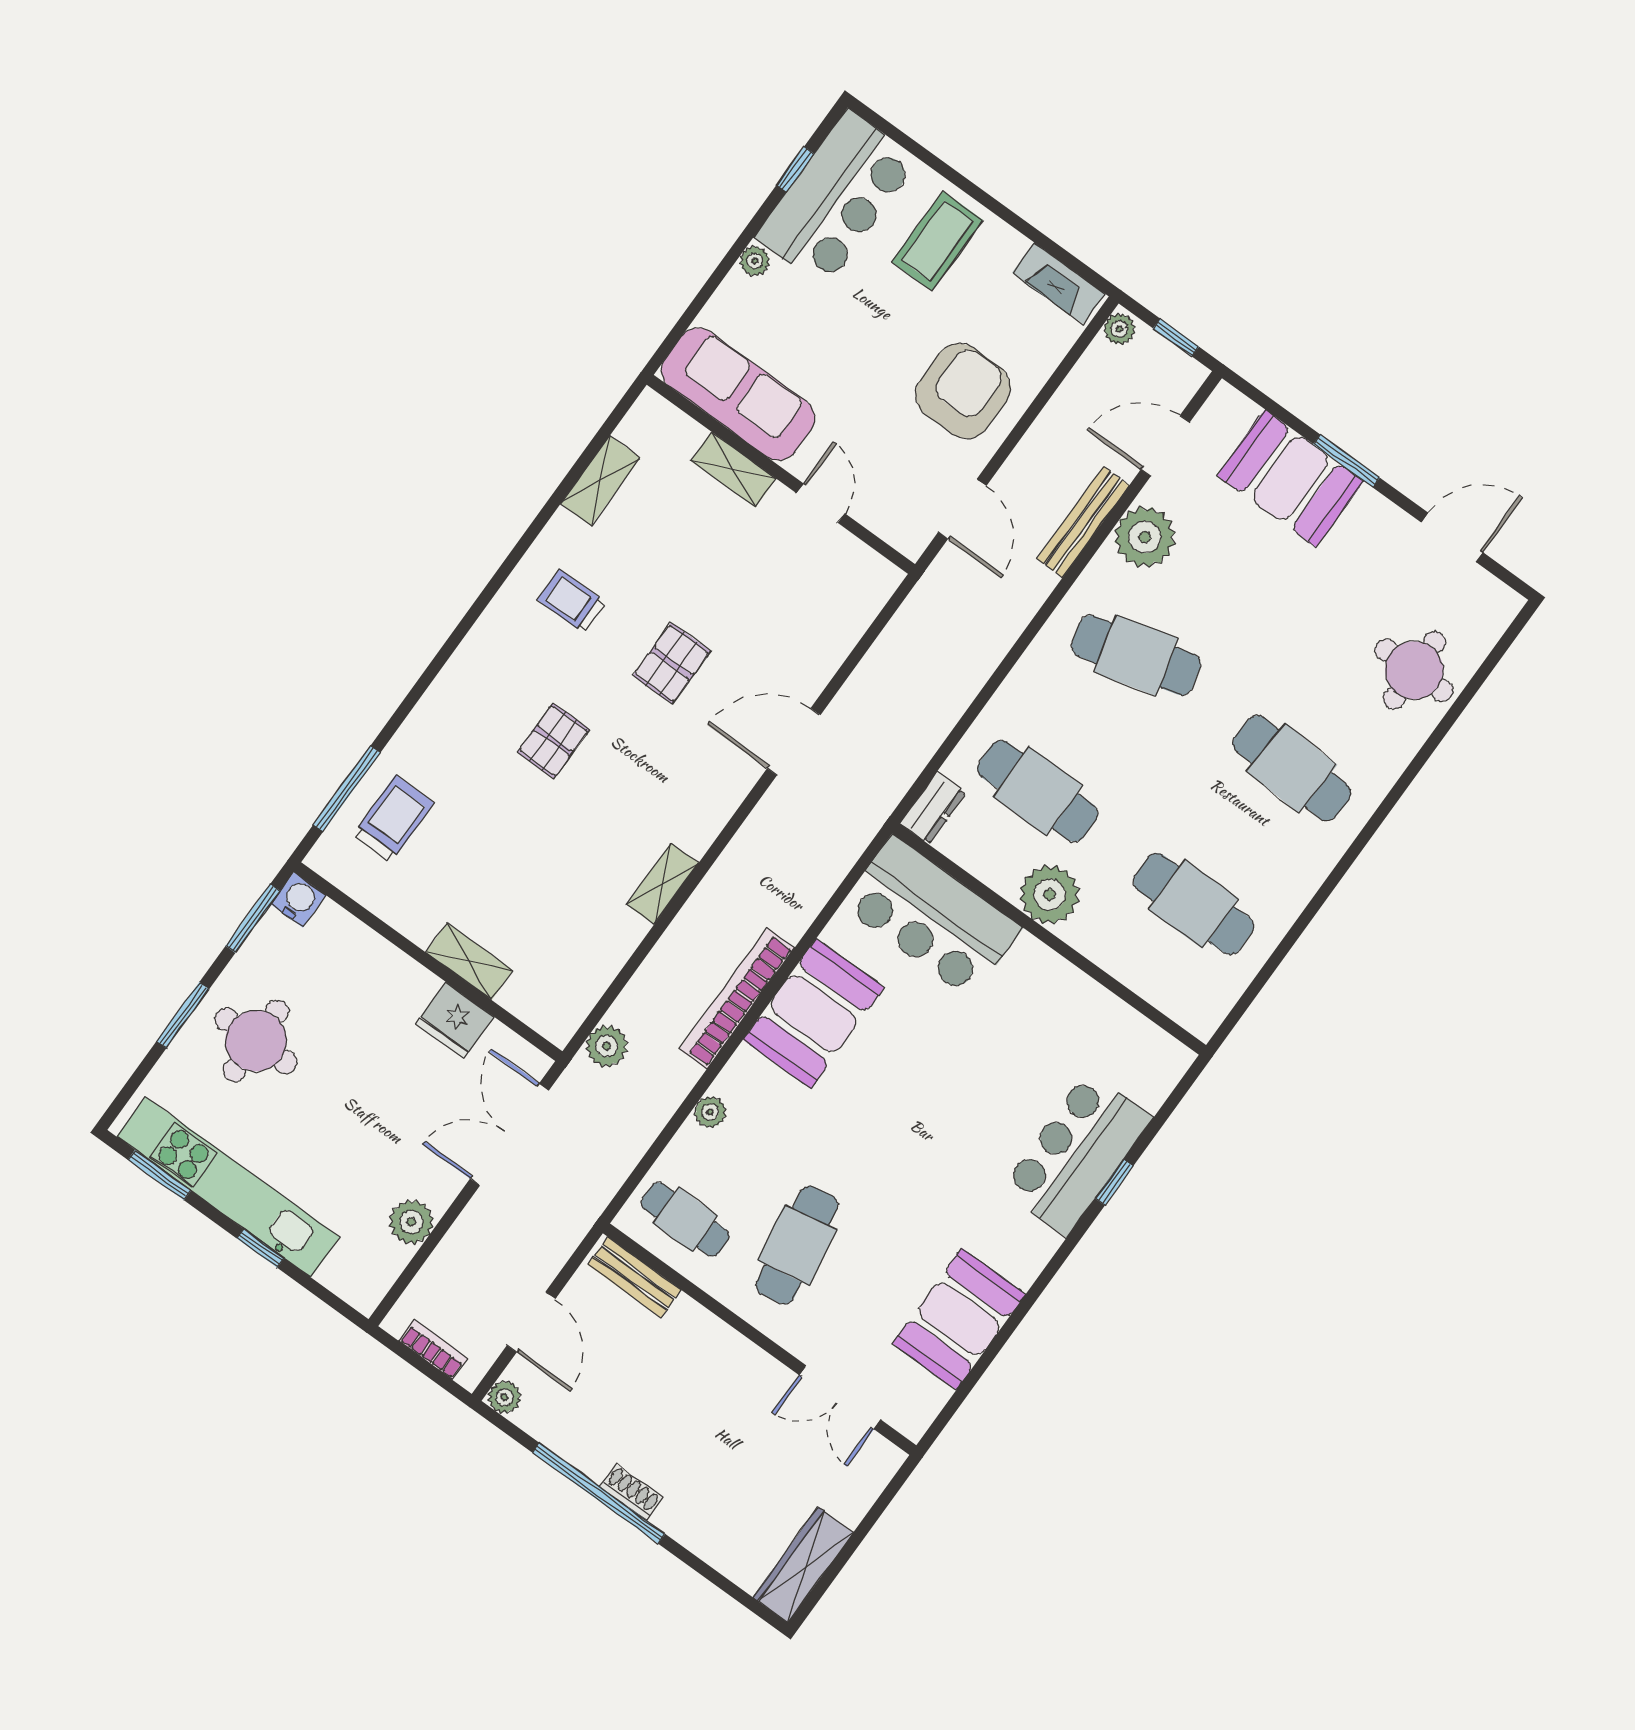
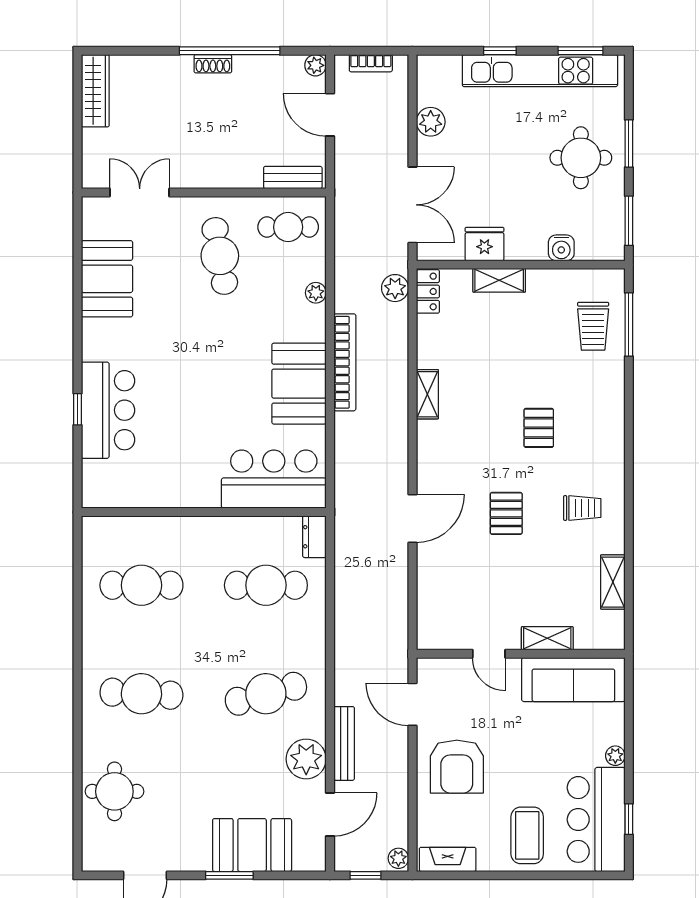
plant: (1050, 895) -> (220, 535), removed
water cooler: (298, 900) -> (561, 248), moved
locker: (569, 1012) -> (428, 291), added

